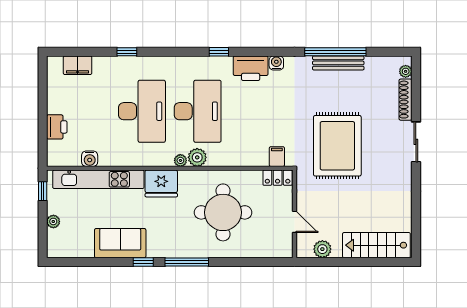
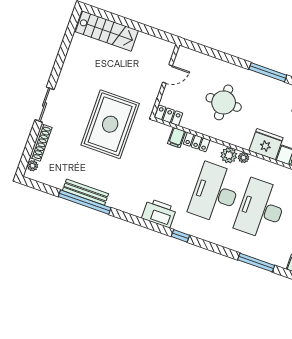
window: (127, 52) -> (256, 263), width x2.17
water cooler: (276, 63) -> (136, 210), removed
filing cabinet: (277, 157) -> (177, 138), moved
locker: (237, 159) -> (197, 142), added
round table: (223, 212) -> (224, 102), width x0.73, depth x0.73
door: (295, 222) -> (168, 74), swing flipped
plant: (322, 249) -> (152, 43), removed

